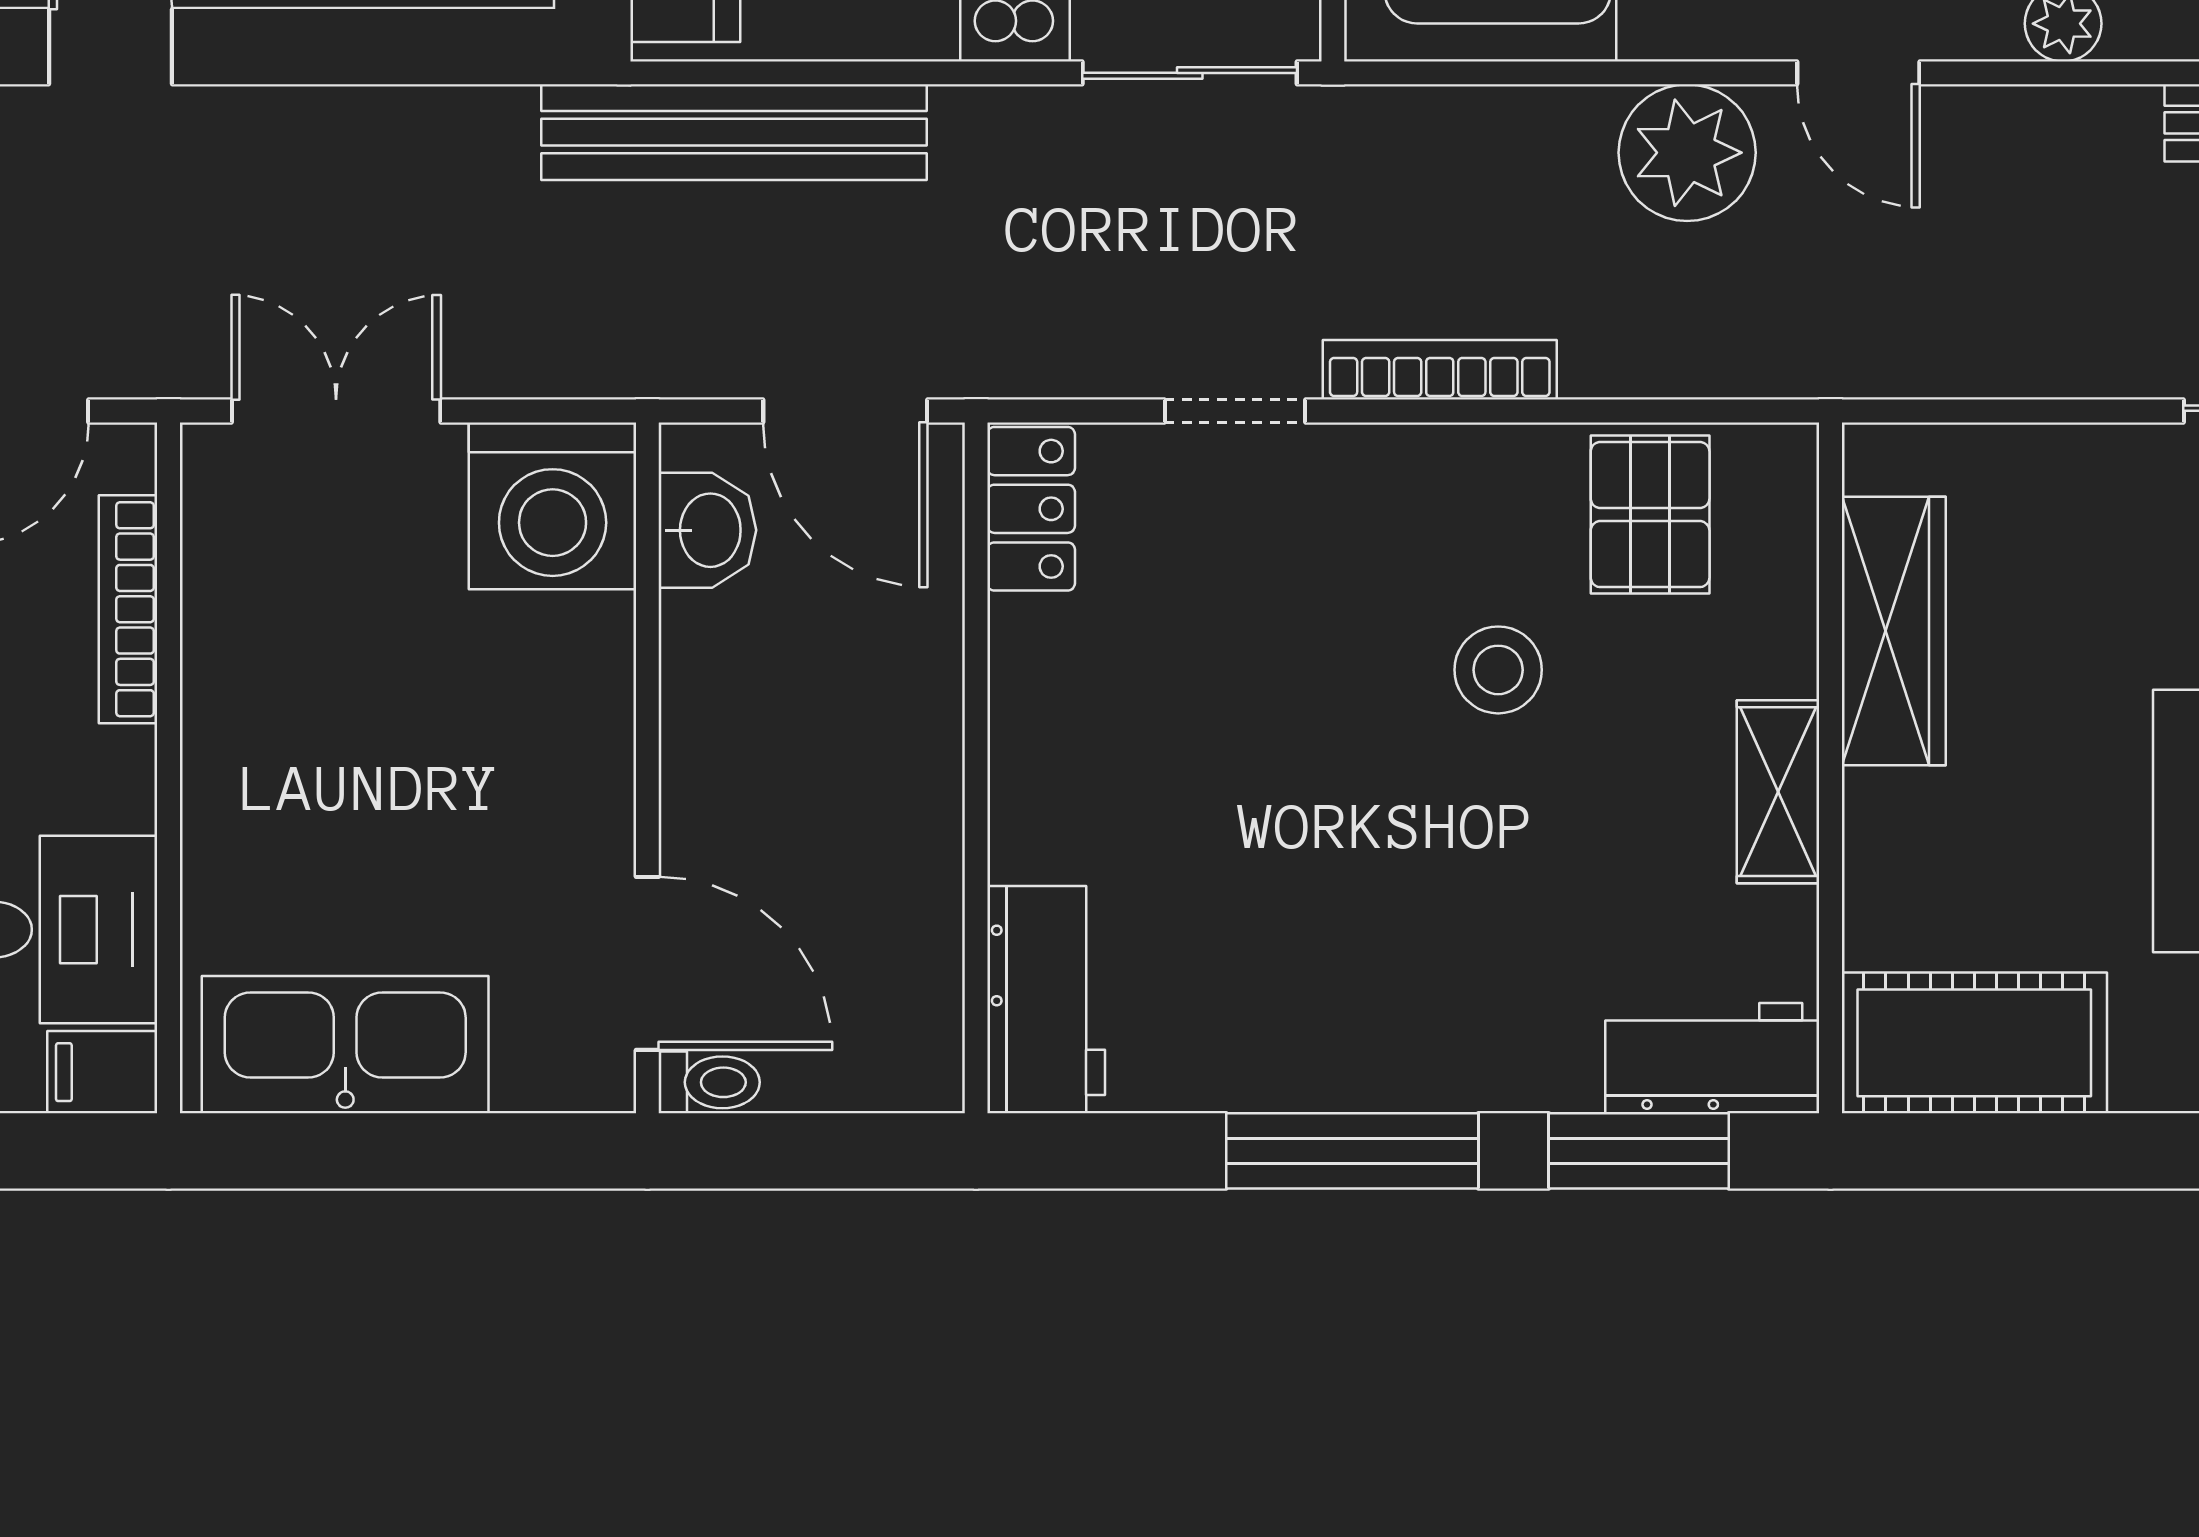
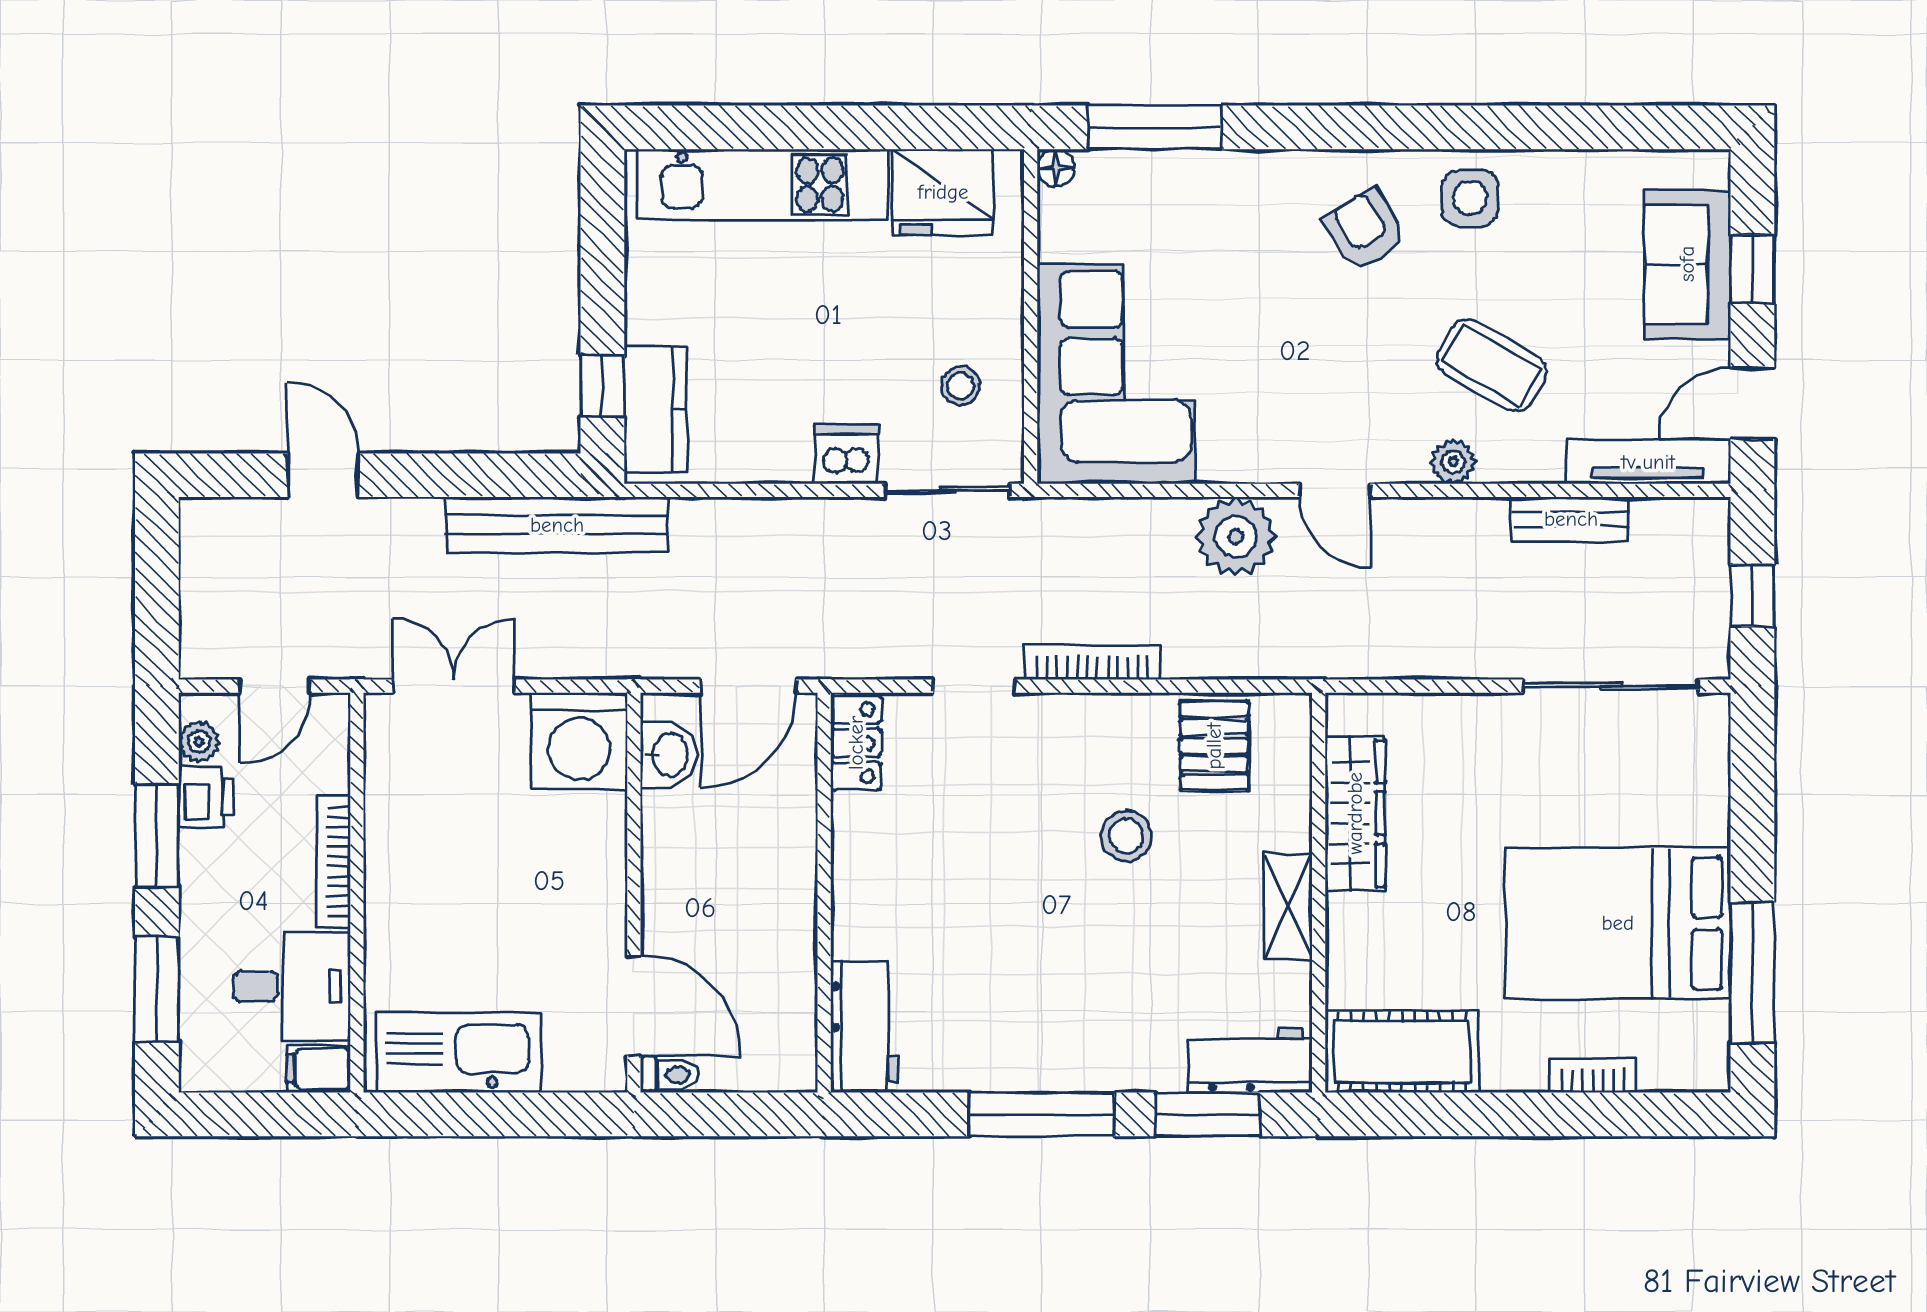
bench: (734, 132) -> (557, 525), moved
door: (845, 411) -> (748, 686), hinge flipped
bookcase: (128, 609) -> (333, 861), moved

